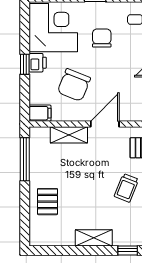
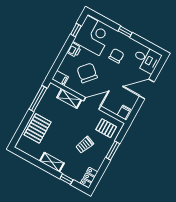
window: (25, 64) -> (76, 30), moved
chair: (74, 85) -> (87, 73), turned 109
pallet: (47, 202) -> (38, 128), width x1.50, depth x1.42

